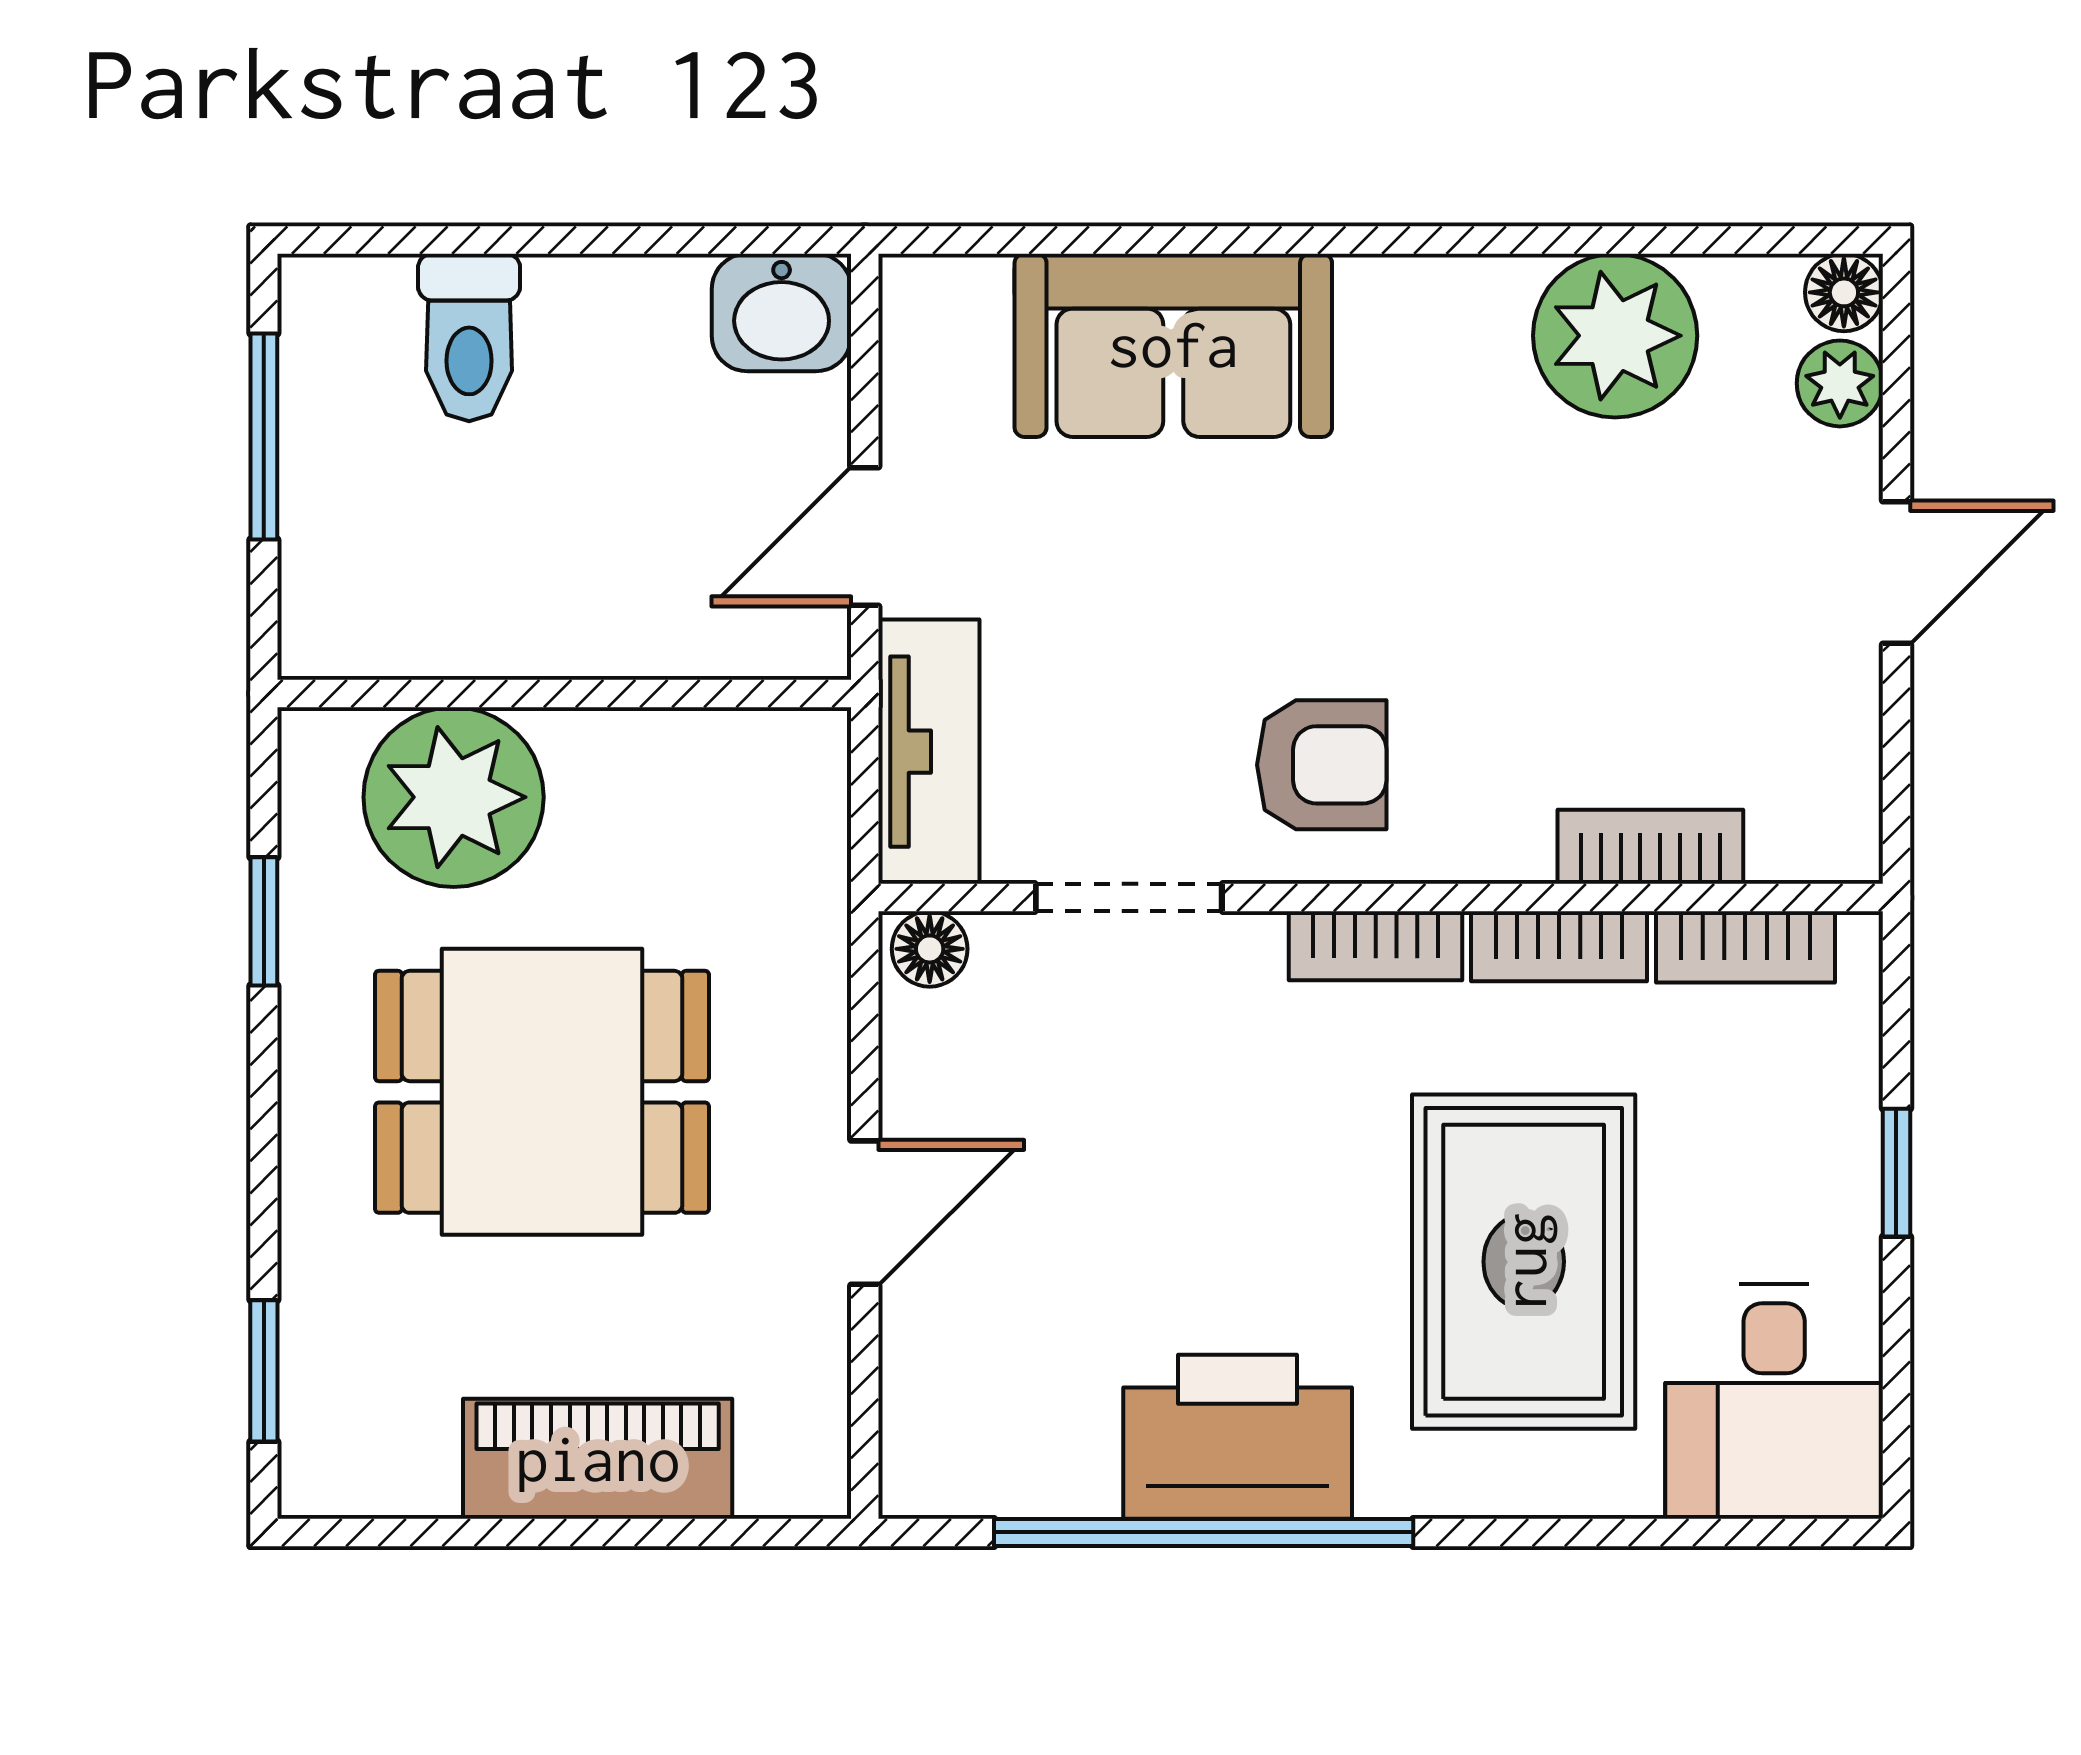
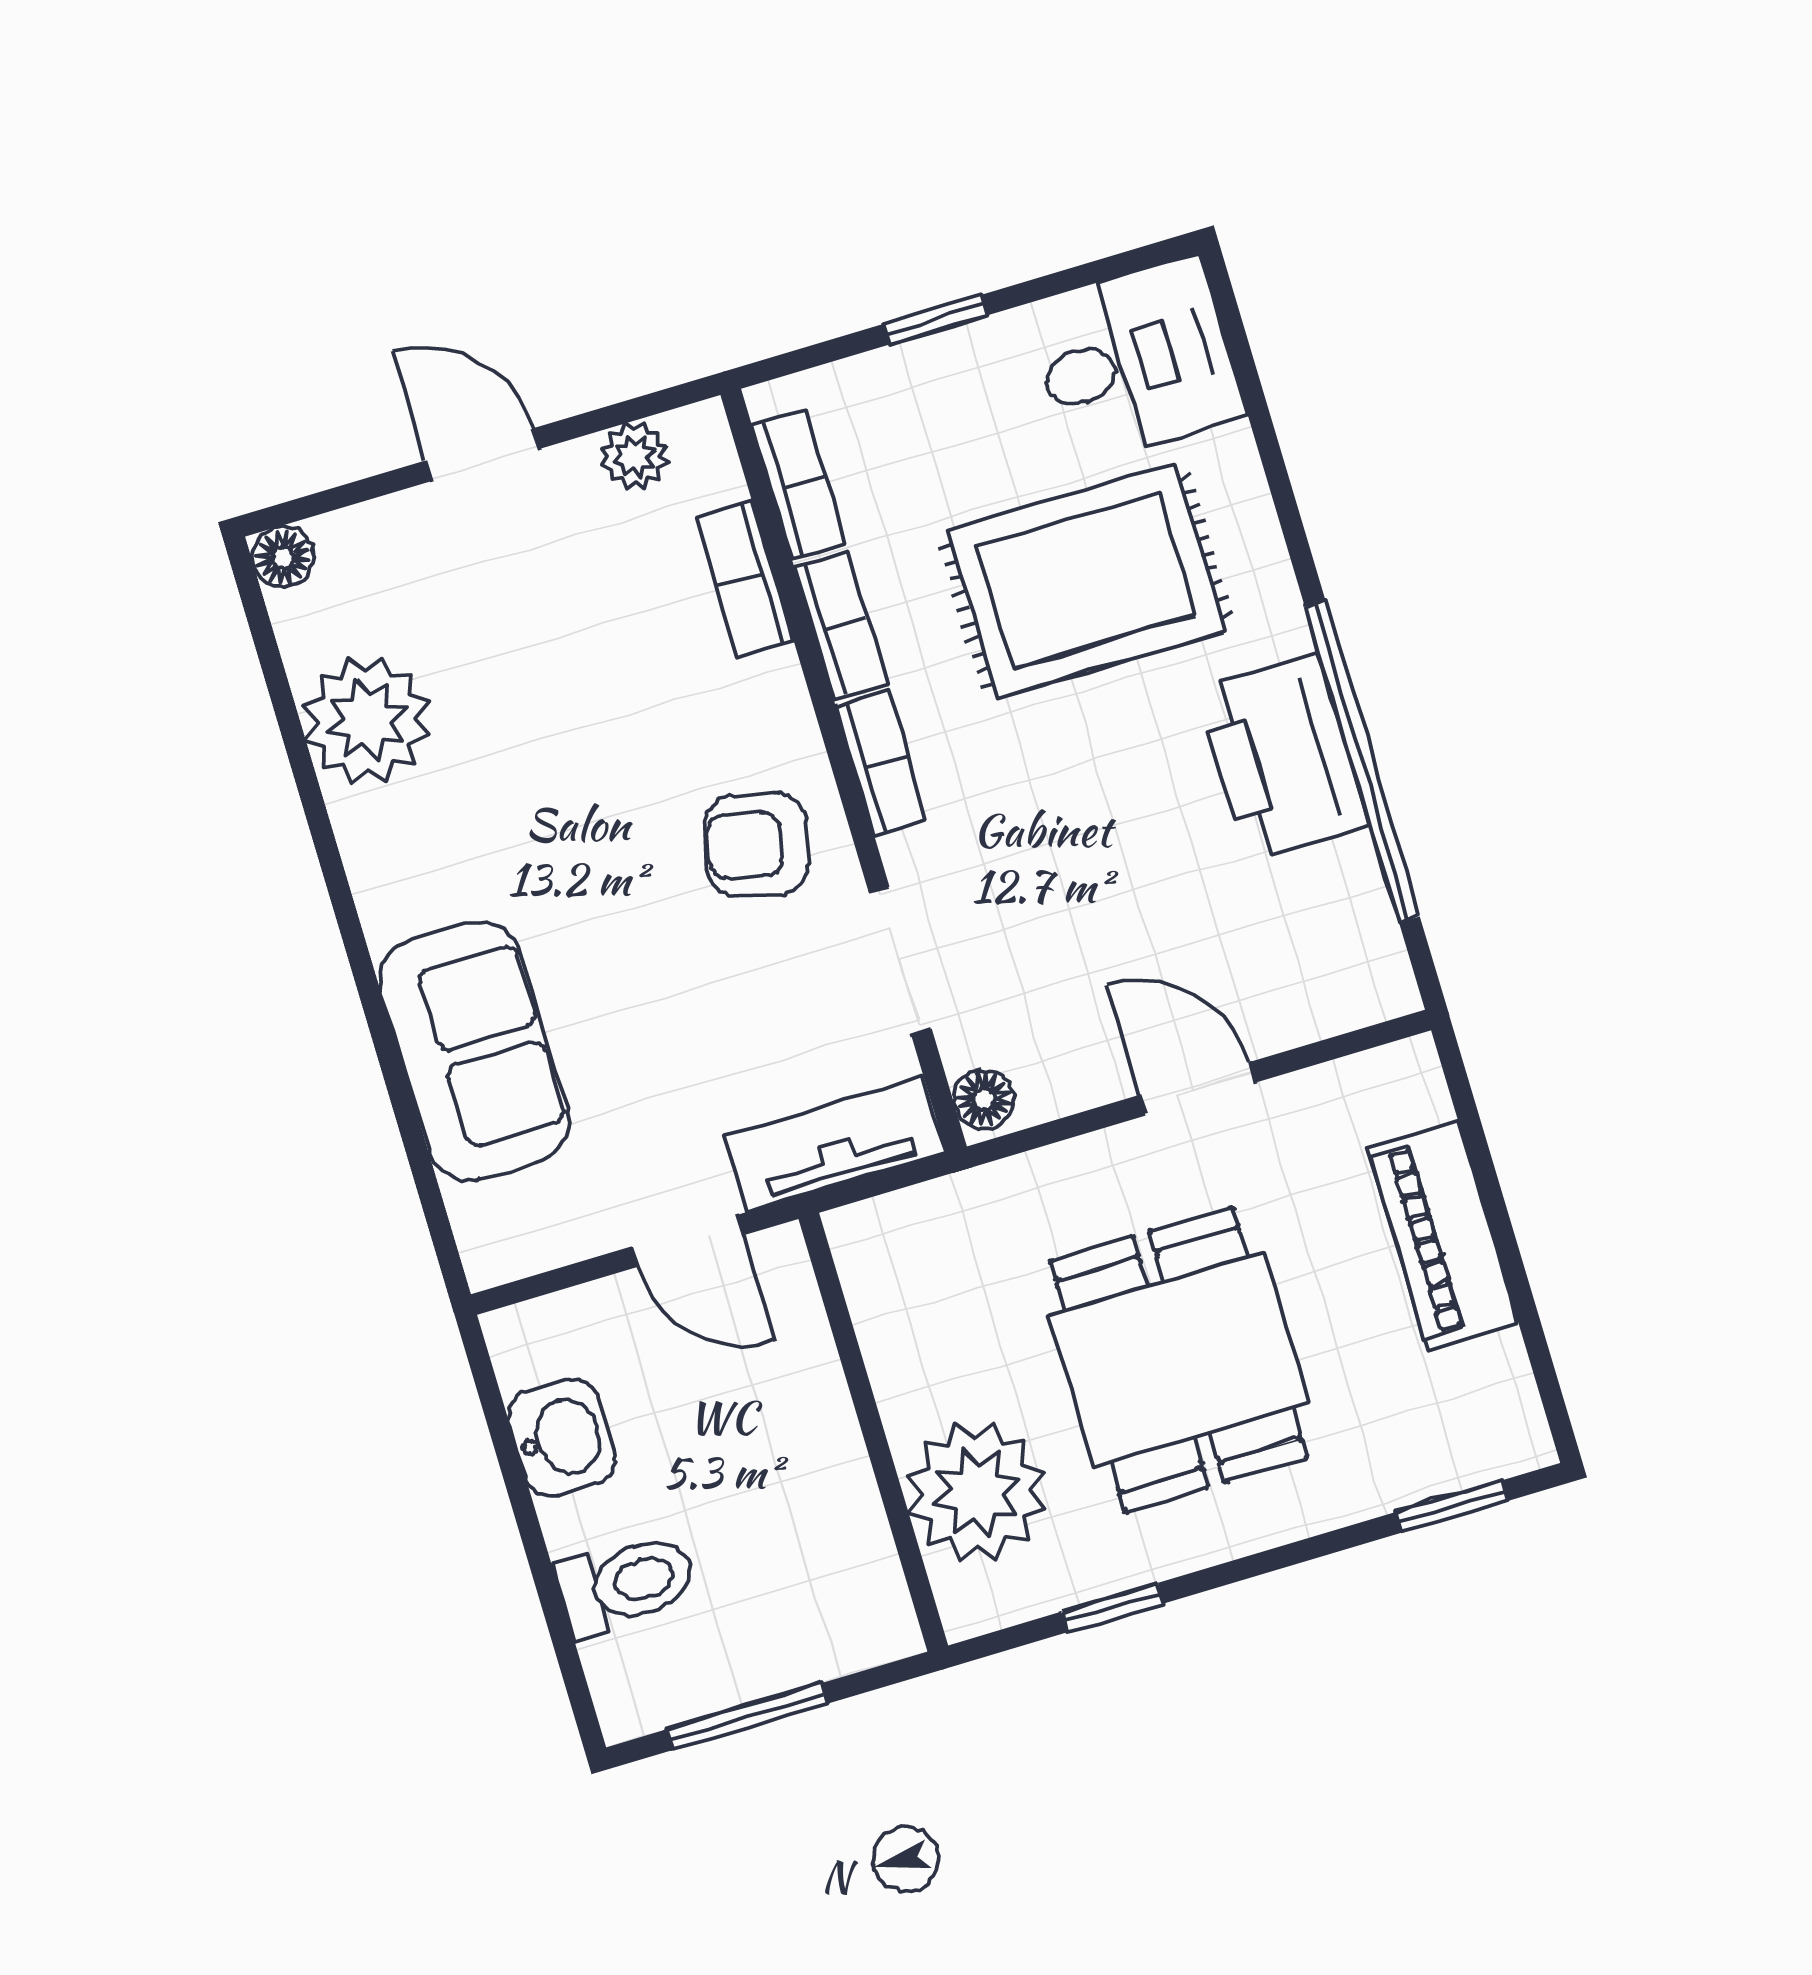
washbasin: (782, 312) -> (562, 1438), moved
plant: (1840, 383) -> (634, 456), moved
armchair: (1322, 765) -> (757, 845), turned -76

